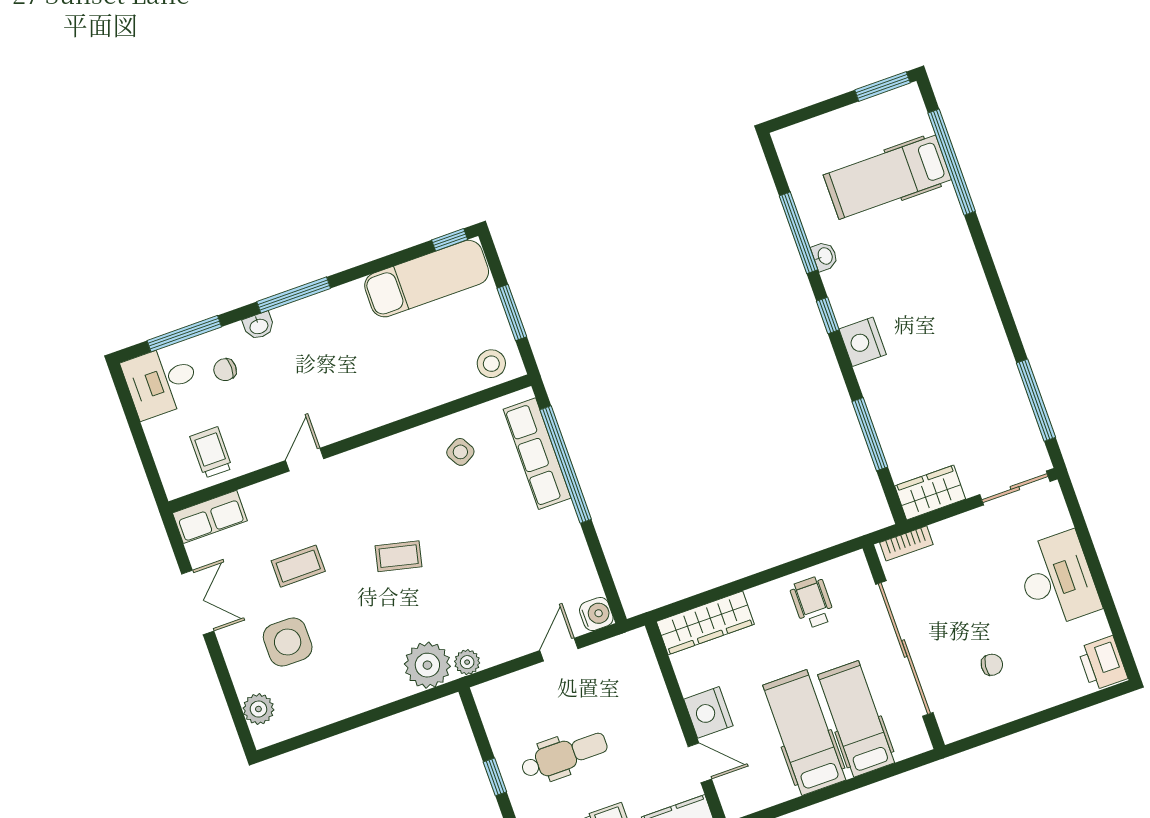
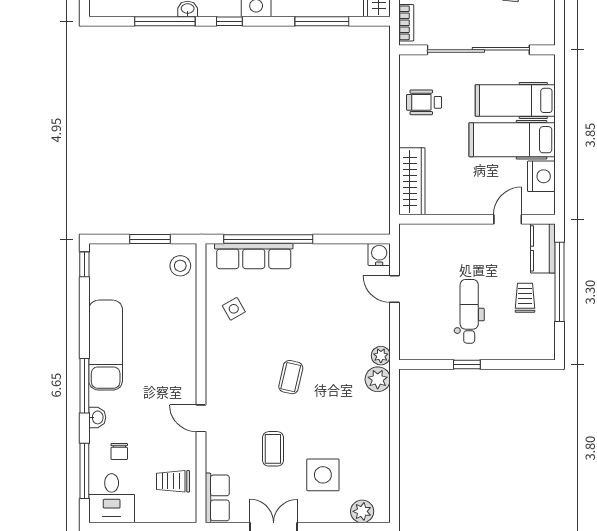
exam couch: (427, 279) -> (106, 345), moved
plant: (427, 665) -> (378, 379), width x0.73, depth x0.73
nightstand: (708, 712) -> (541, 176), moved, turned -90

